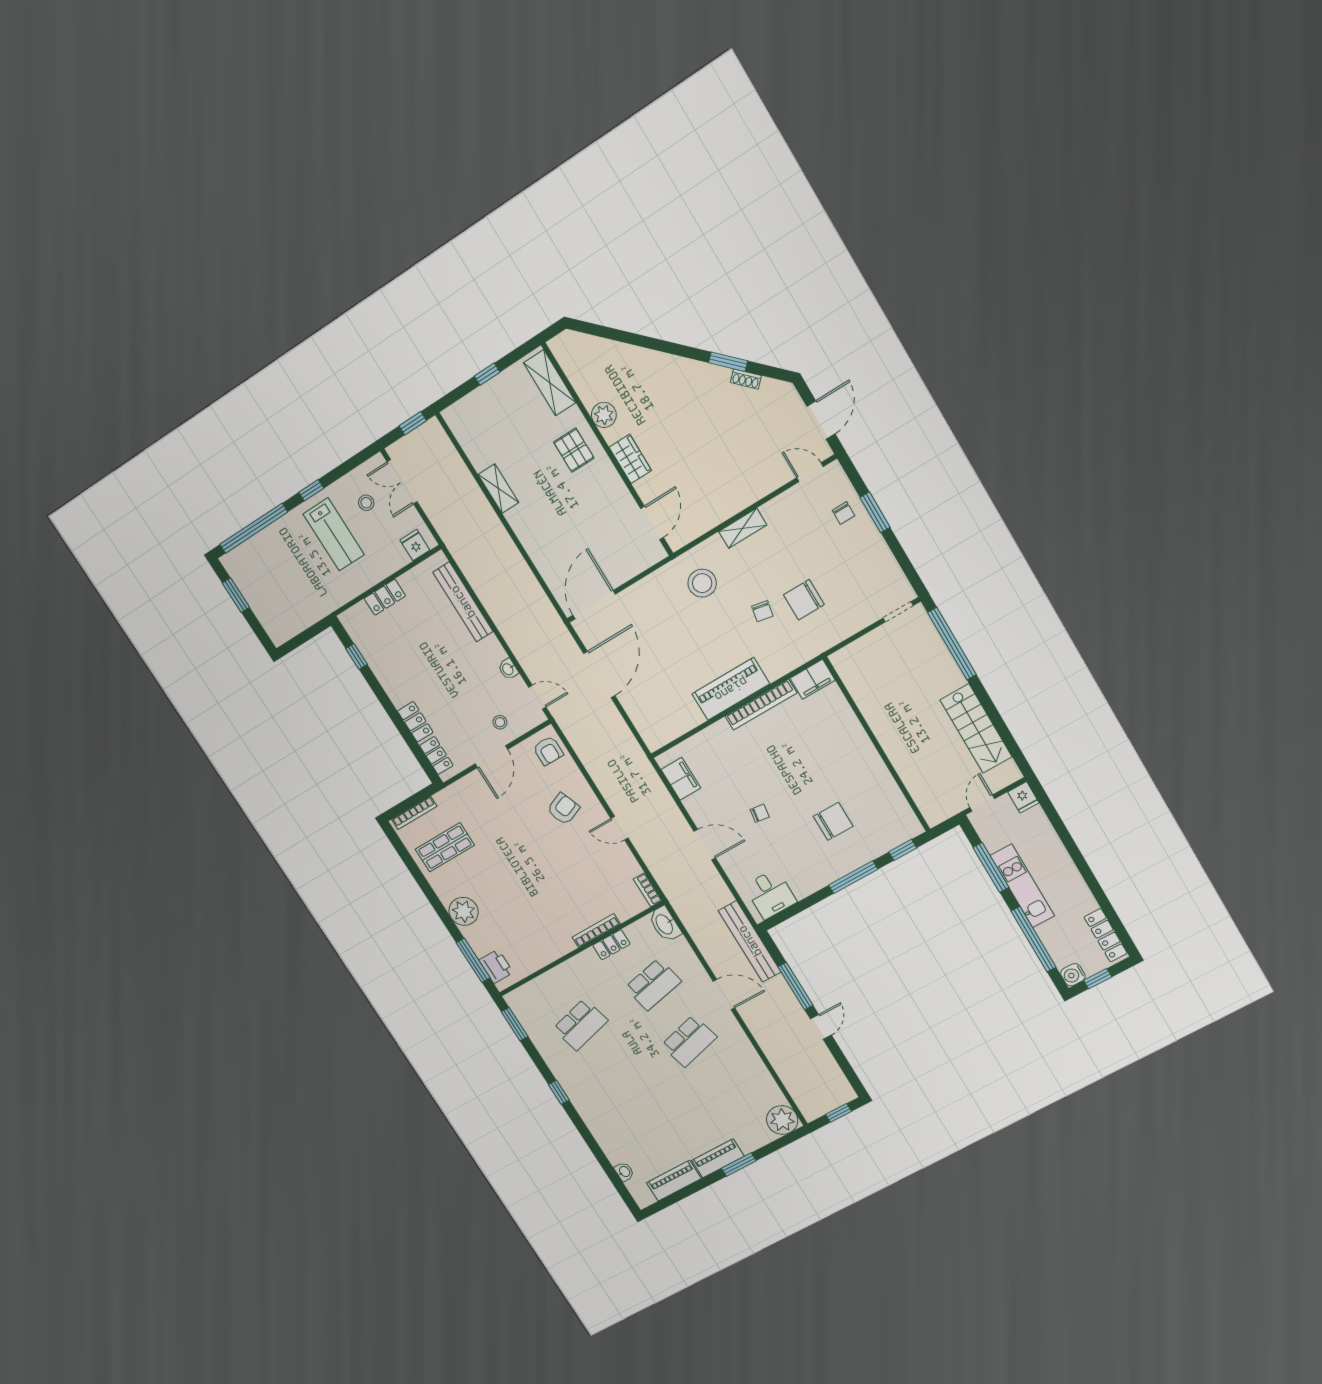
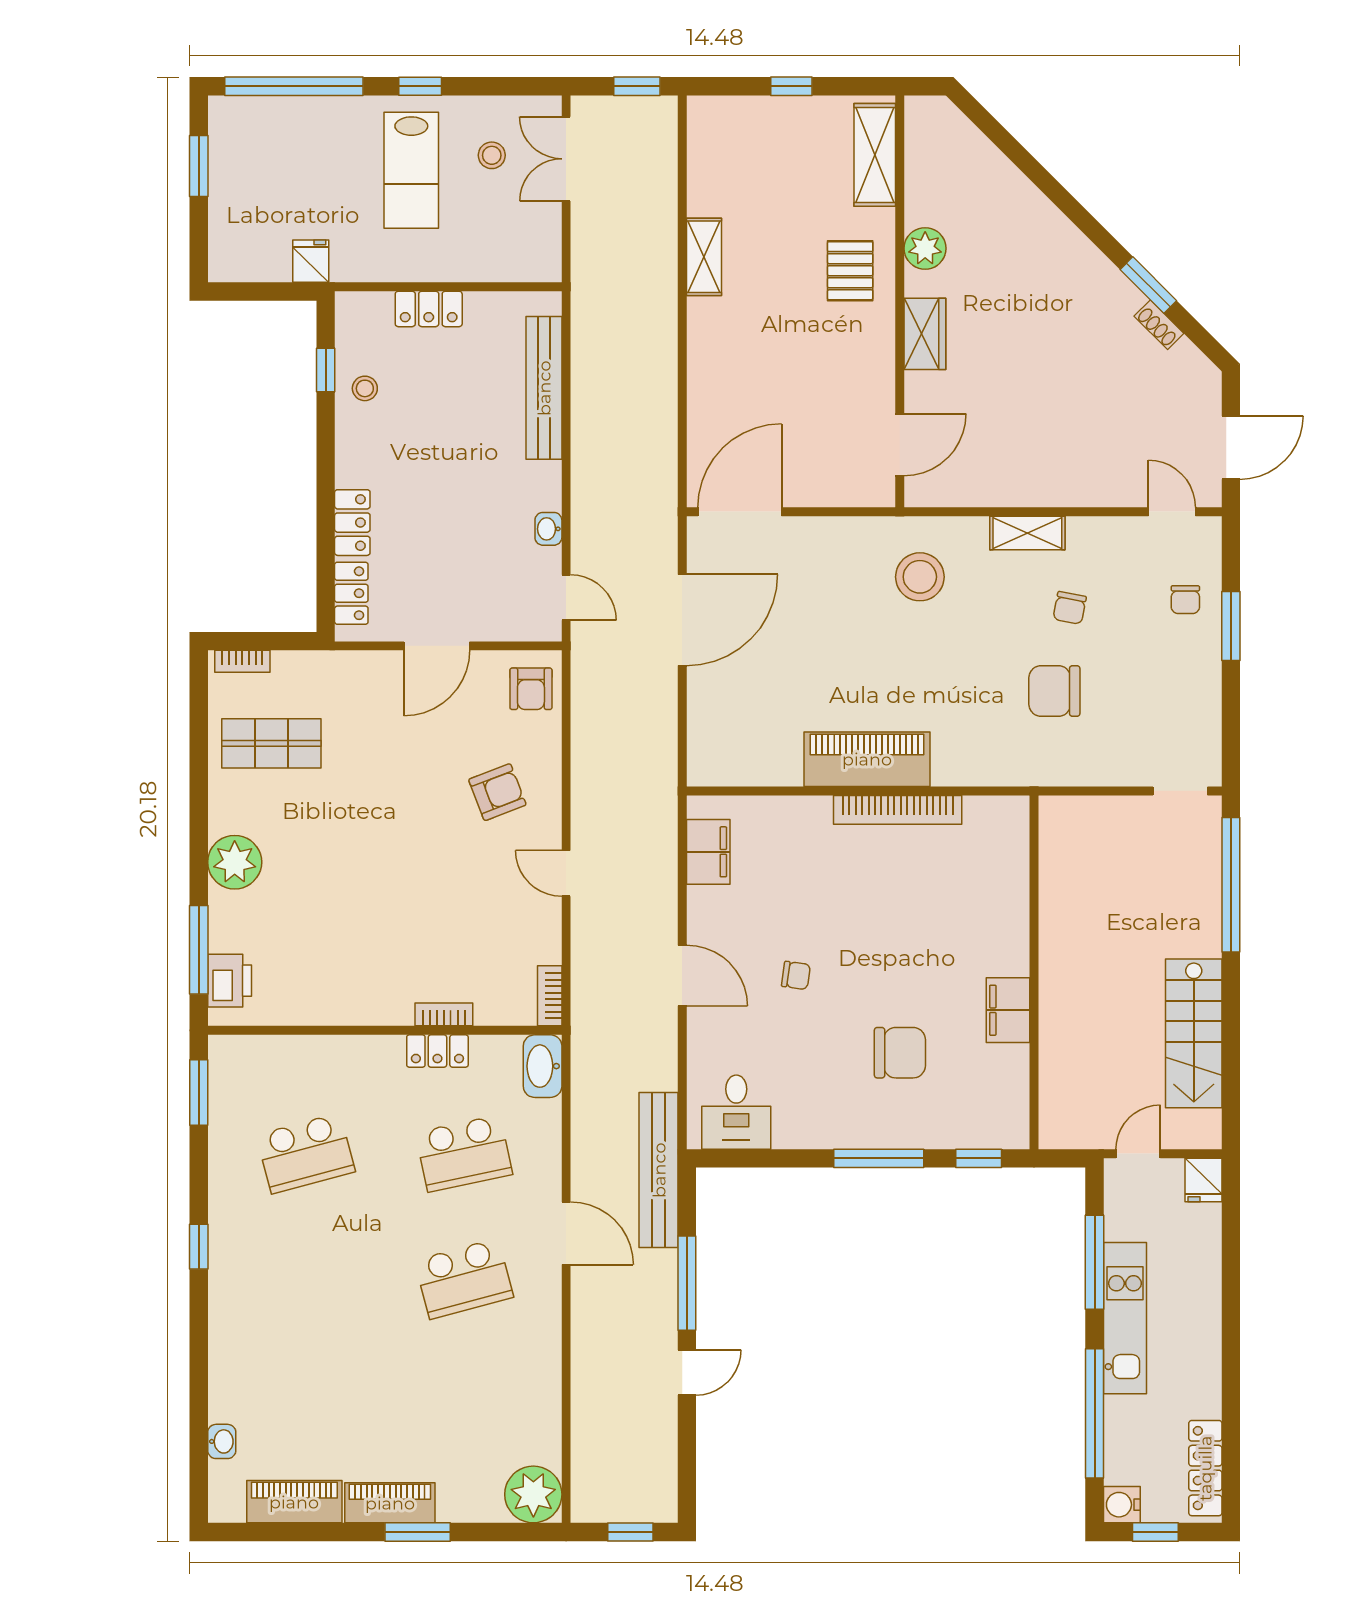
fridge: (415, 545) -> (311, 261), moved
chair: (762, 611) -> (1070, 608), moved
filing cabinet: (813, 679) -> (1008, 1010), moved, turned 90
stool: (500, 722) -> (365, 388), moved
bookcase: (414, 813) -> (242, 661), width x0.64
bookcase: (596, 931) -> (444, 1014), width x0.64

